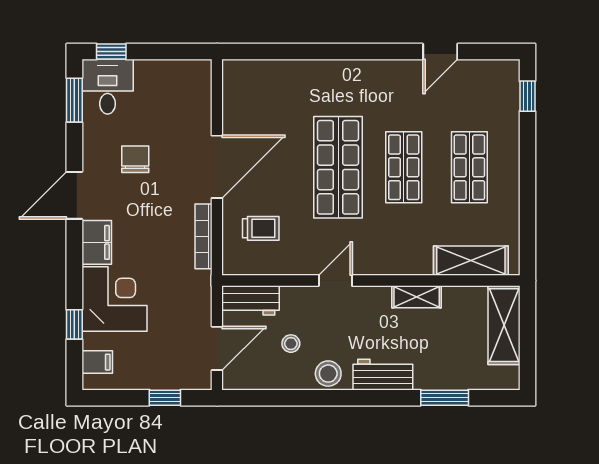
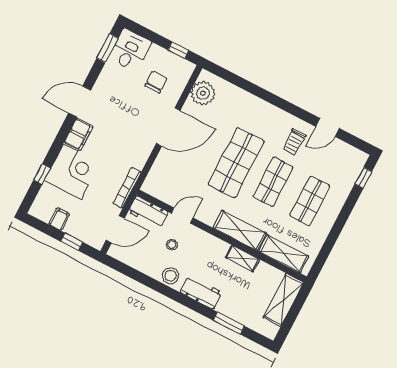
window: (111, 52) -> (178, 50), moved
plant: (241, 94) -> (203, 93), added
chair: (135, 159) -> (156, 82), moved
trolley: (261, 228) -> (294, 142), moved, turned 90
bookcase: (203, 236) -> (127, 188), moved
shelving: (392, 260) -> (240, 230), added
door: (335, 281) -> (182, 216), moved
stool: (291, 344) -> (172, 245), moved
filing cabinet: (97, 362) -> (59, 219), moved, turned -90

